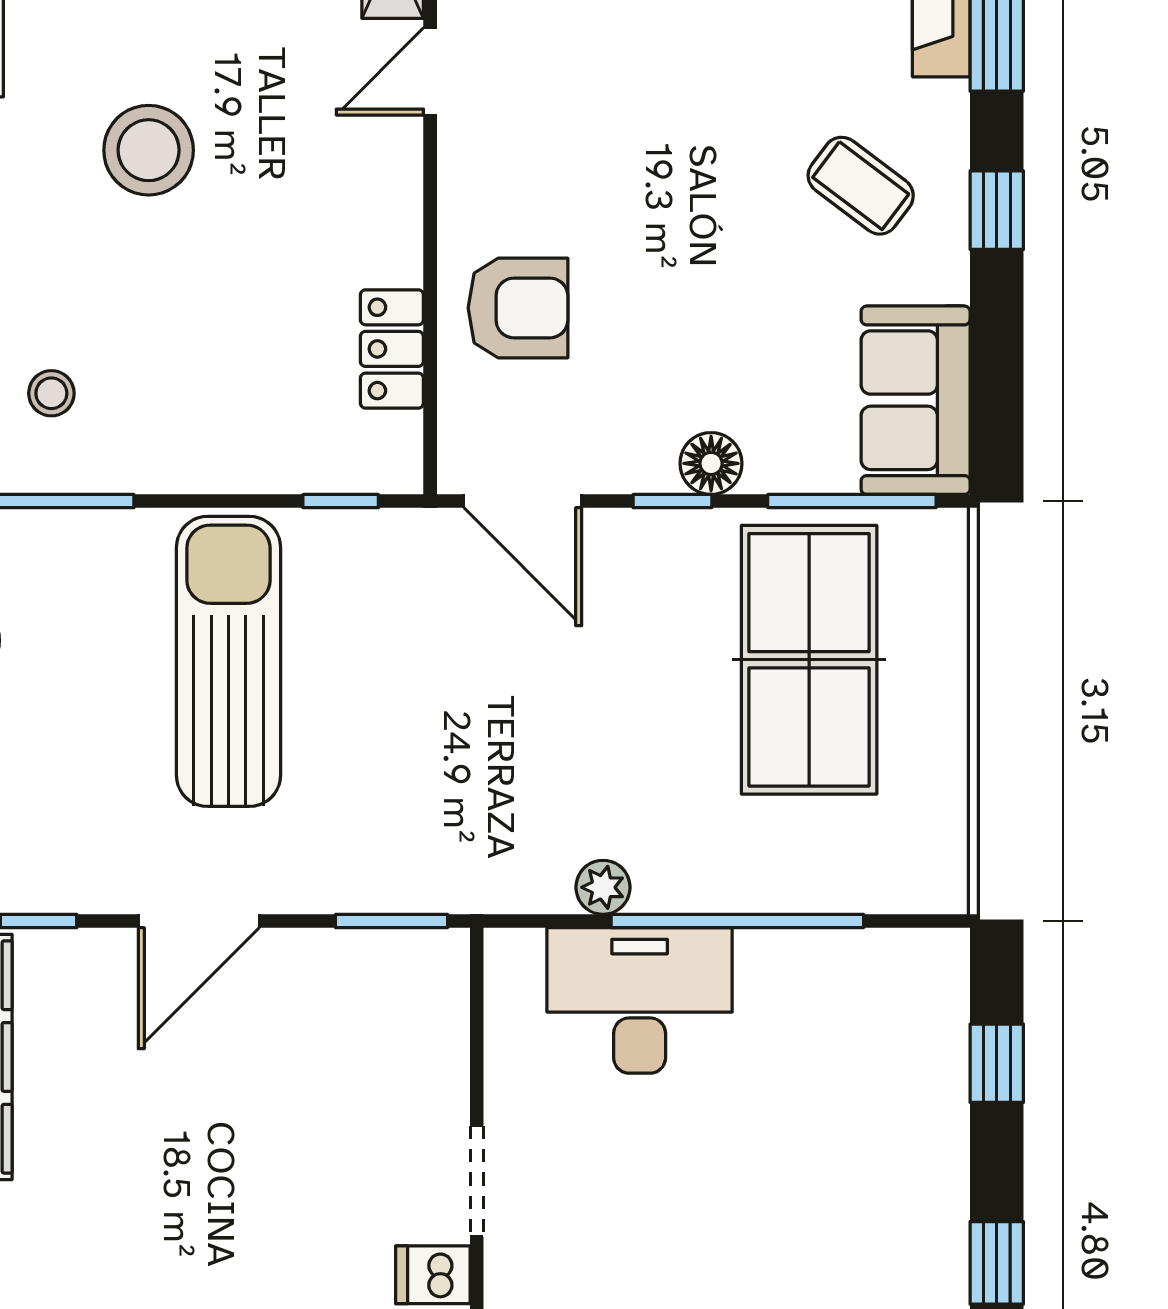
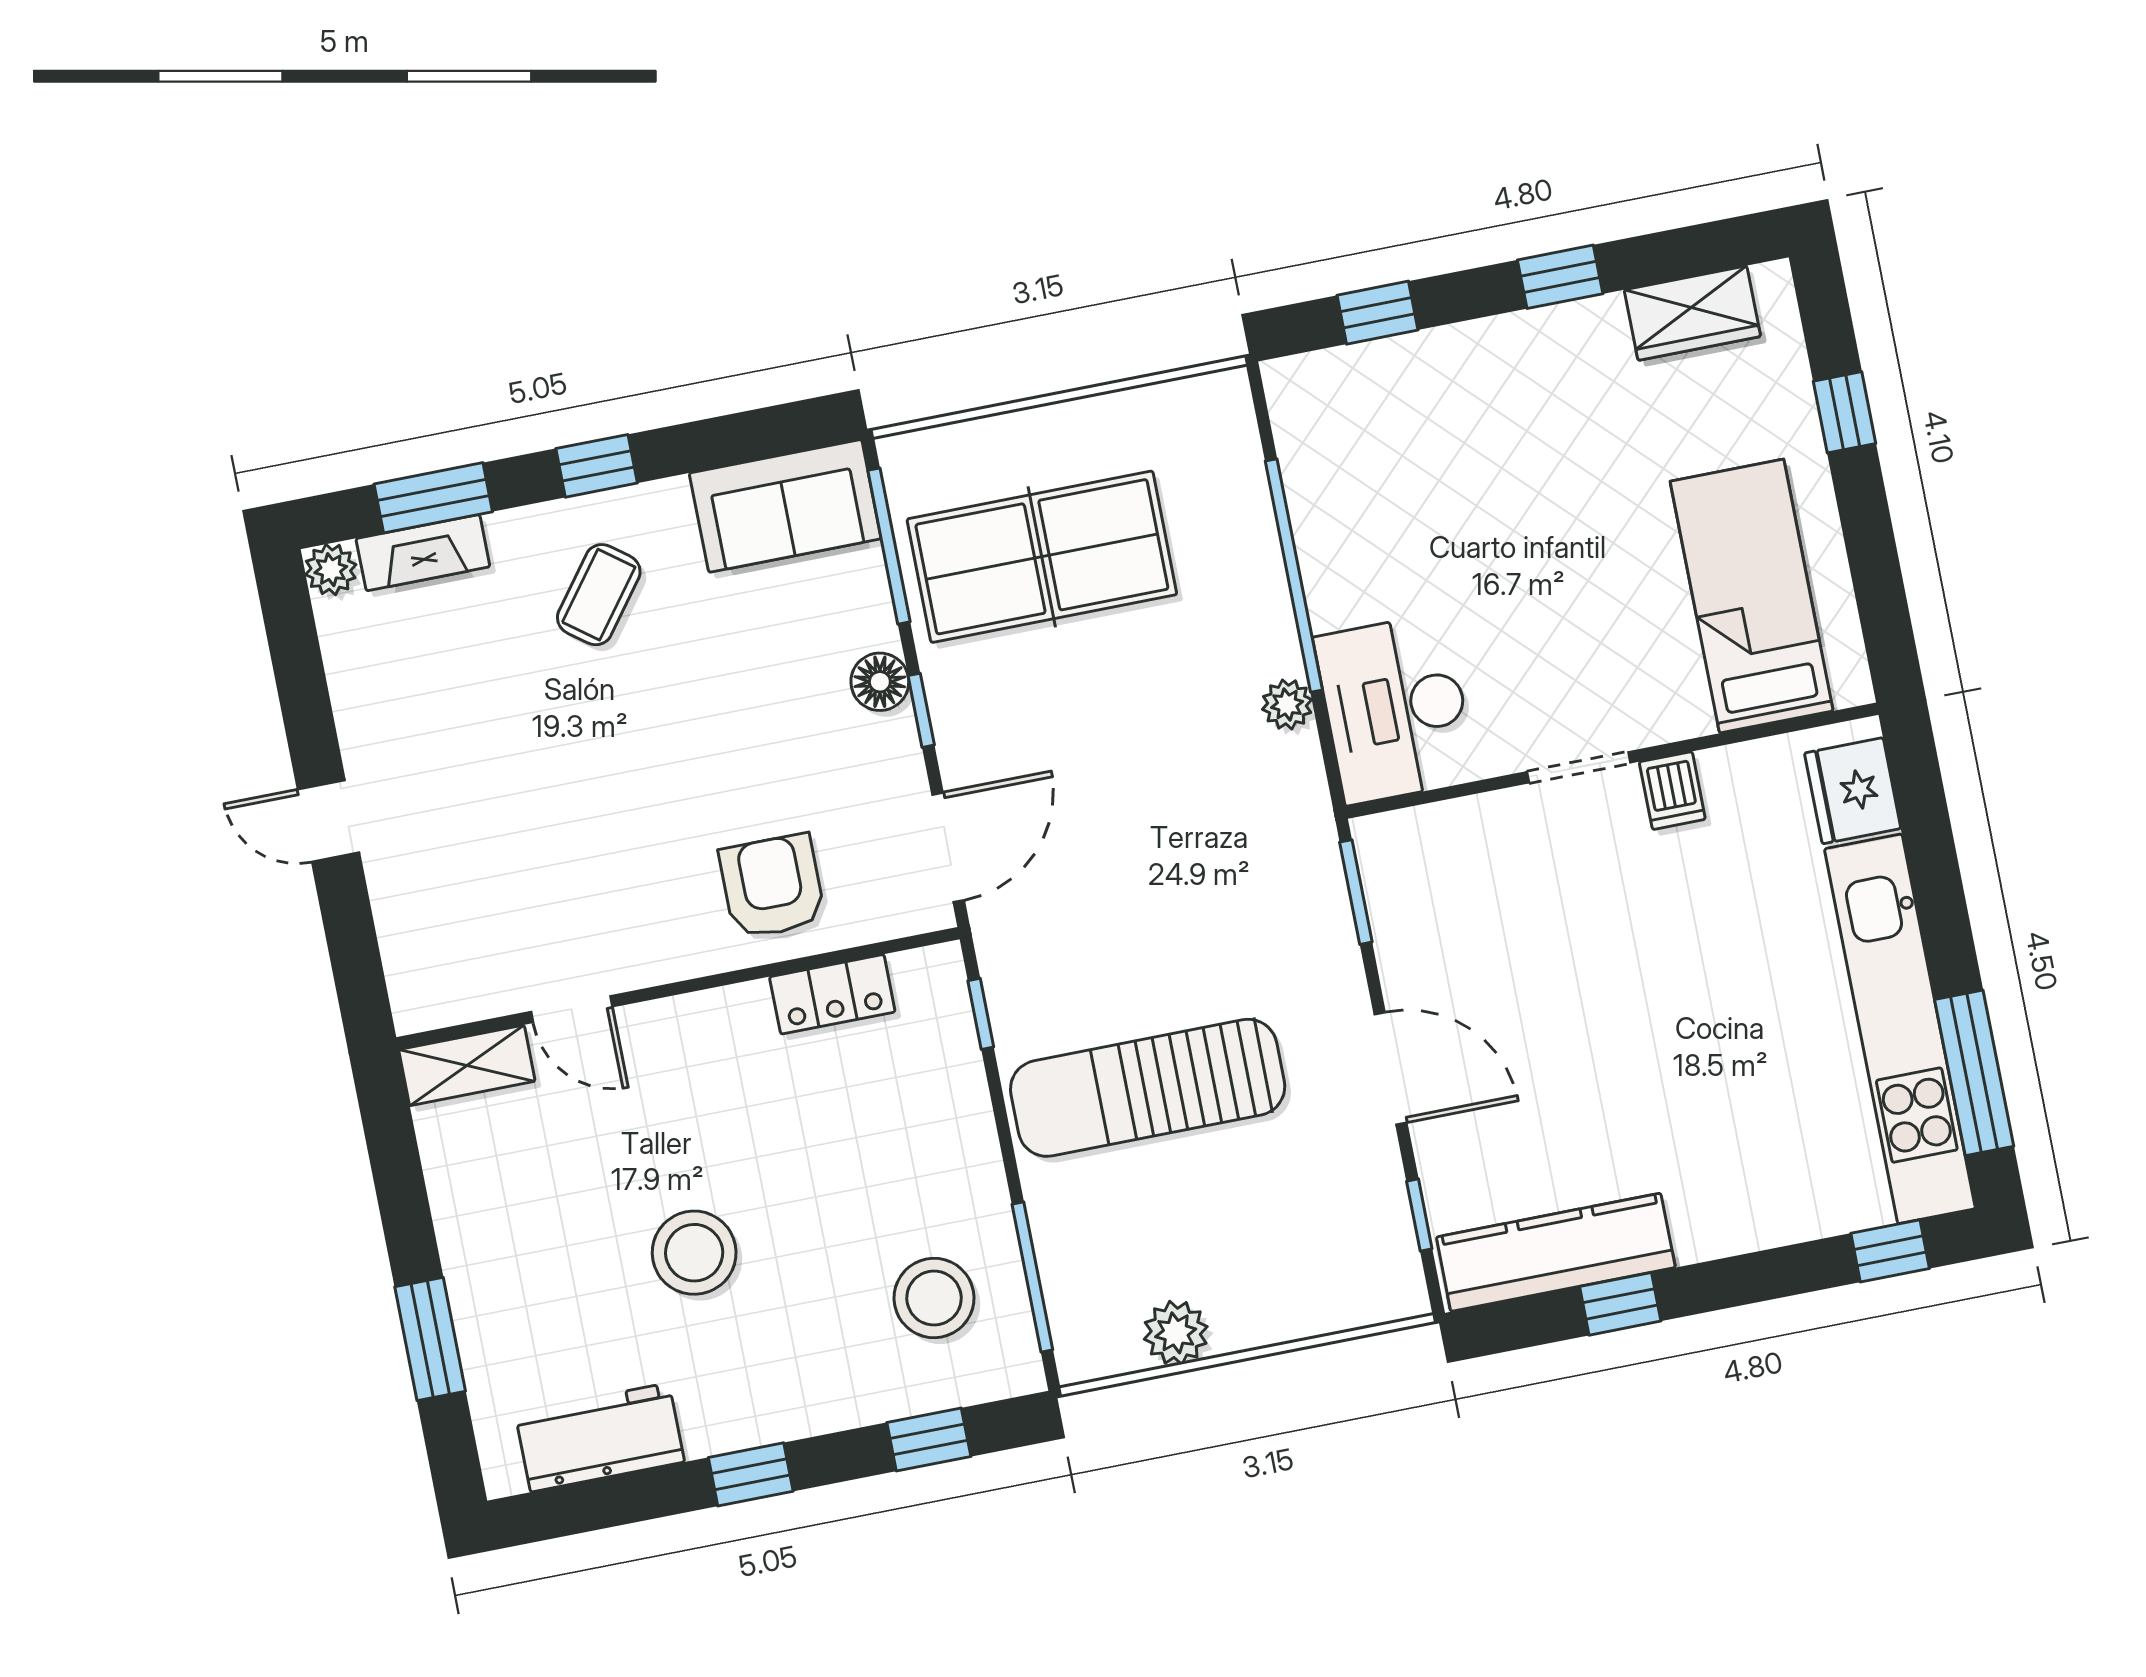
stool: (51, 393) -> (934, 1298), width x1.89, depth x1.89
desk: (640, 1000) -> (1395, 709), moved

